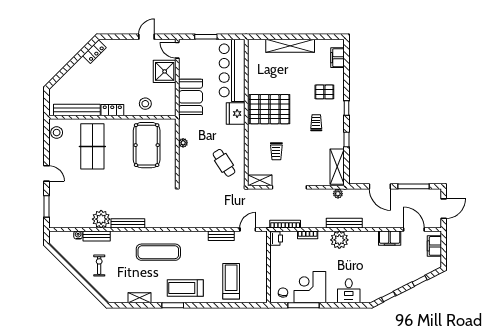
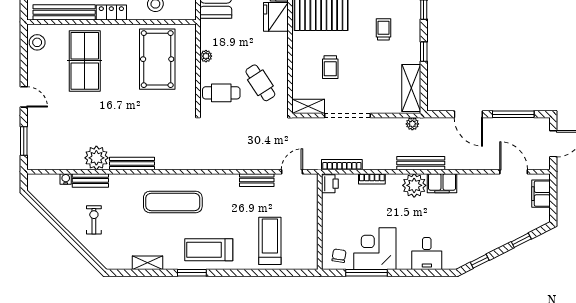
cafe table: (195, 170) -> (221, 93), added
filing cabinet: (390, 238) -> (442, 183), moved

